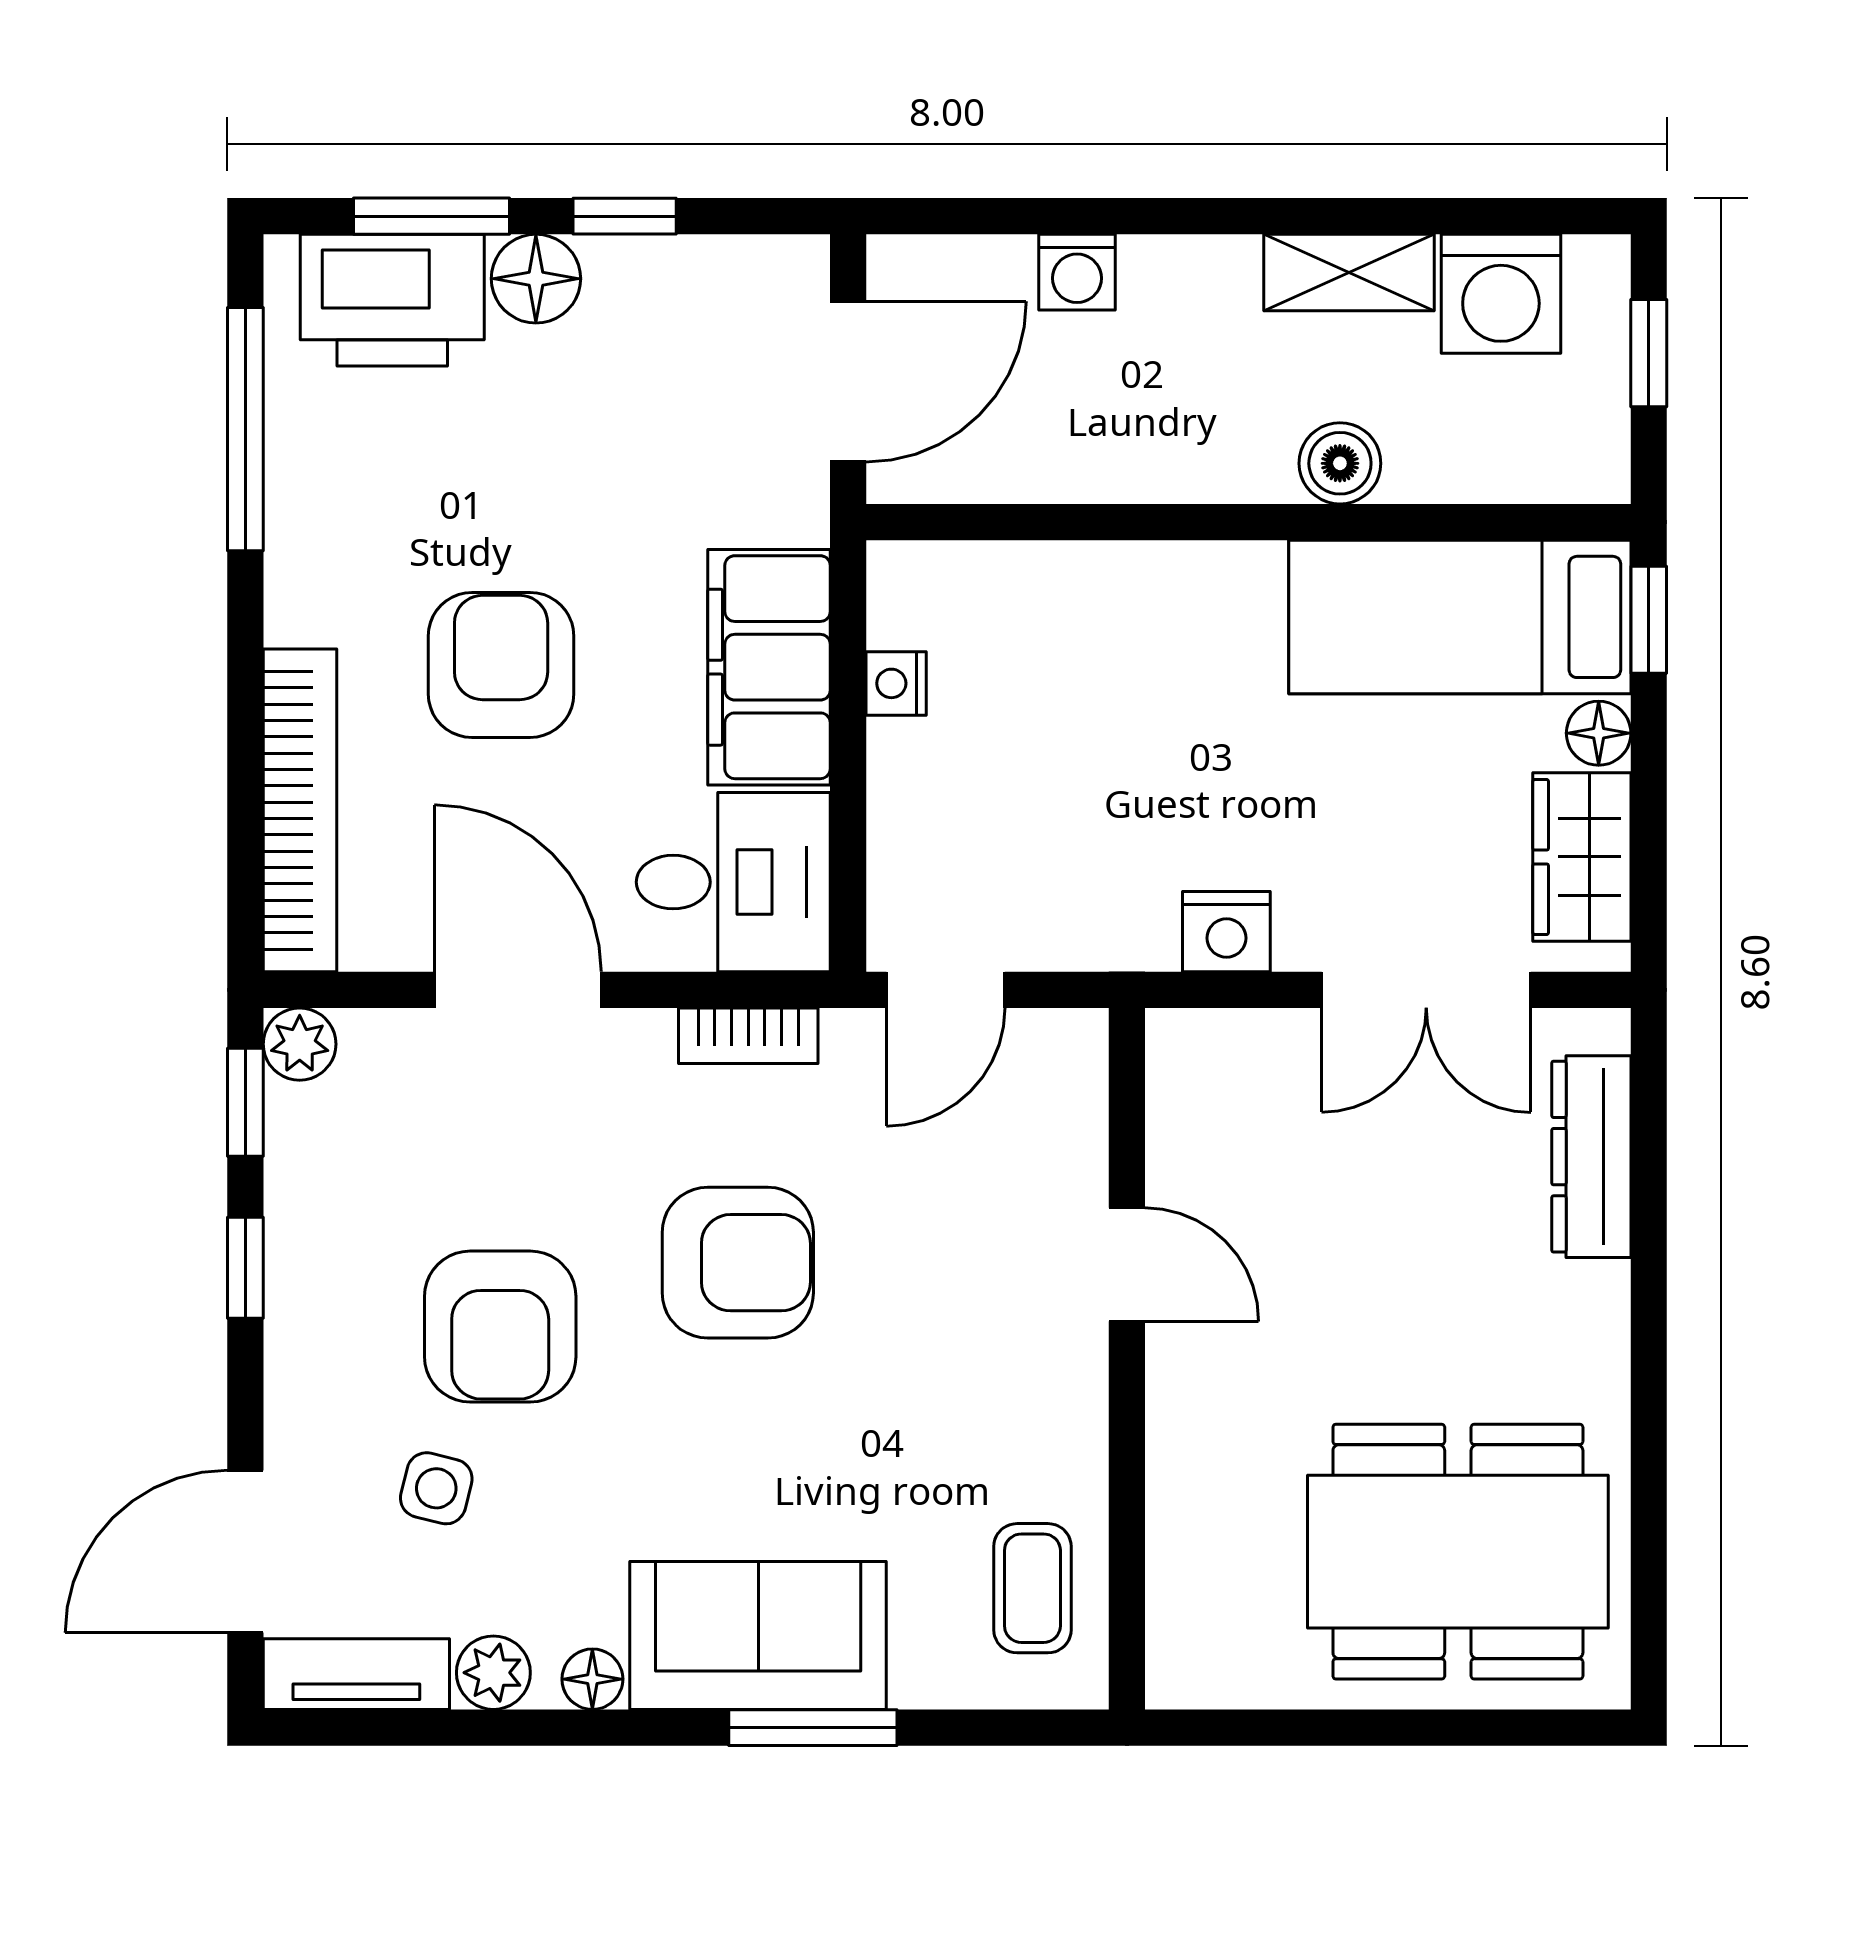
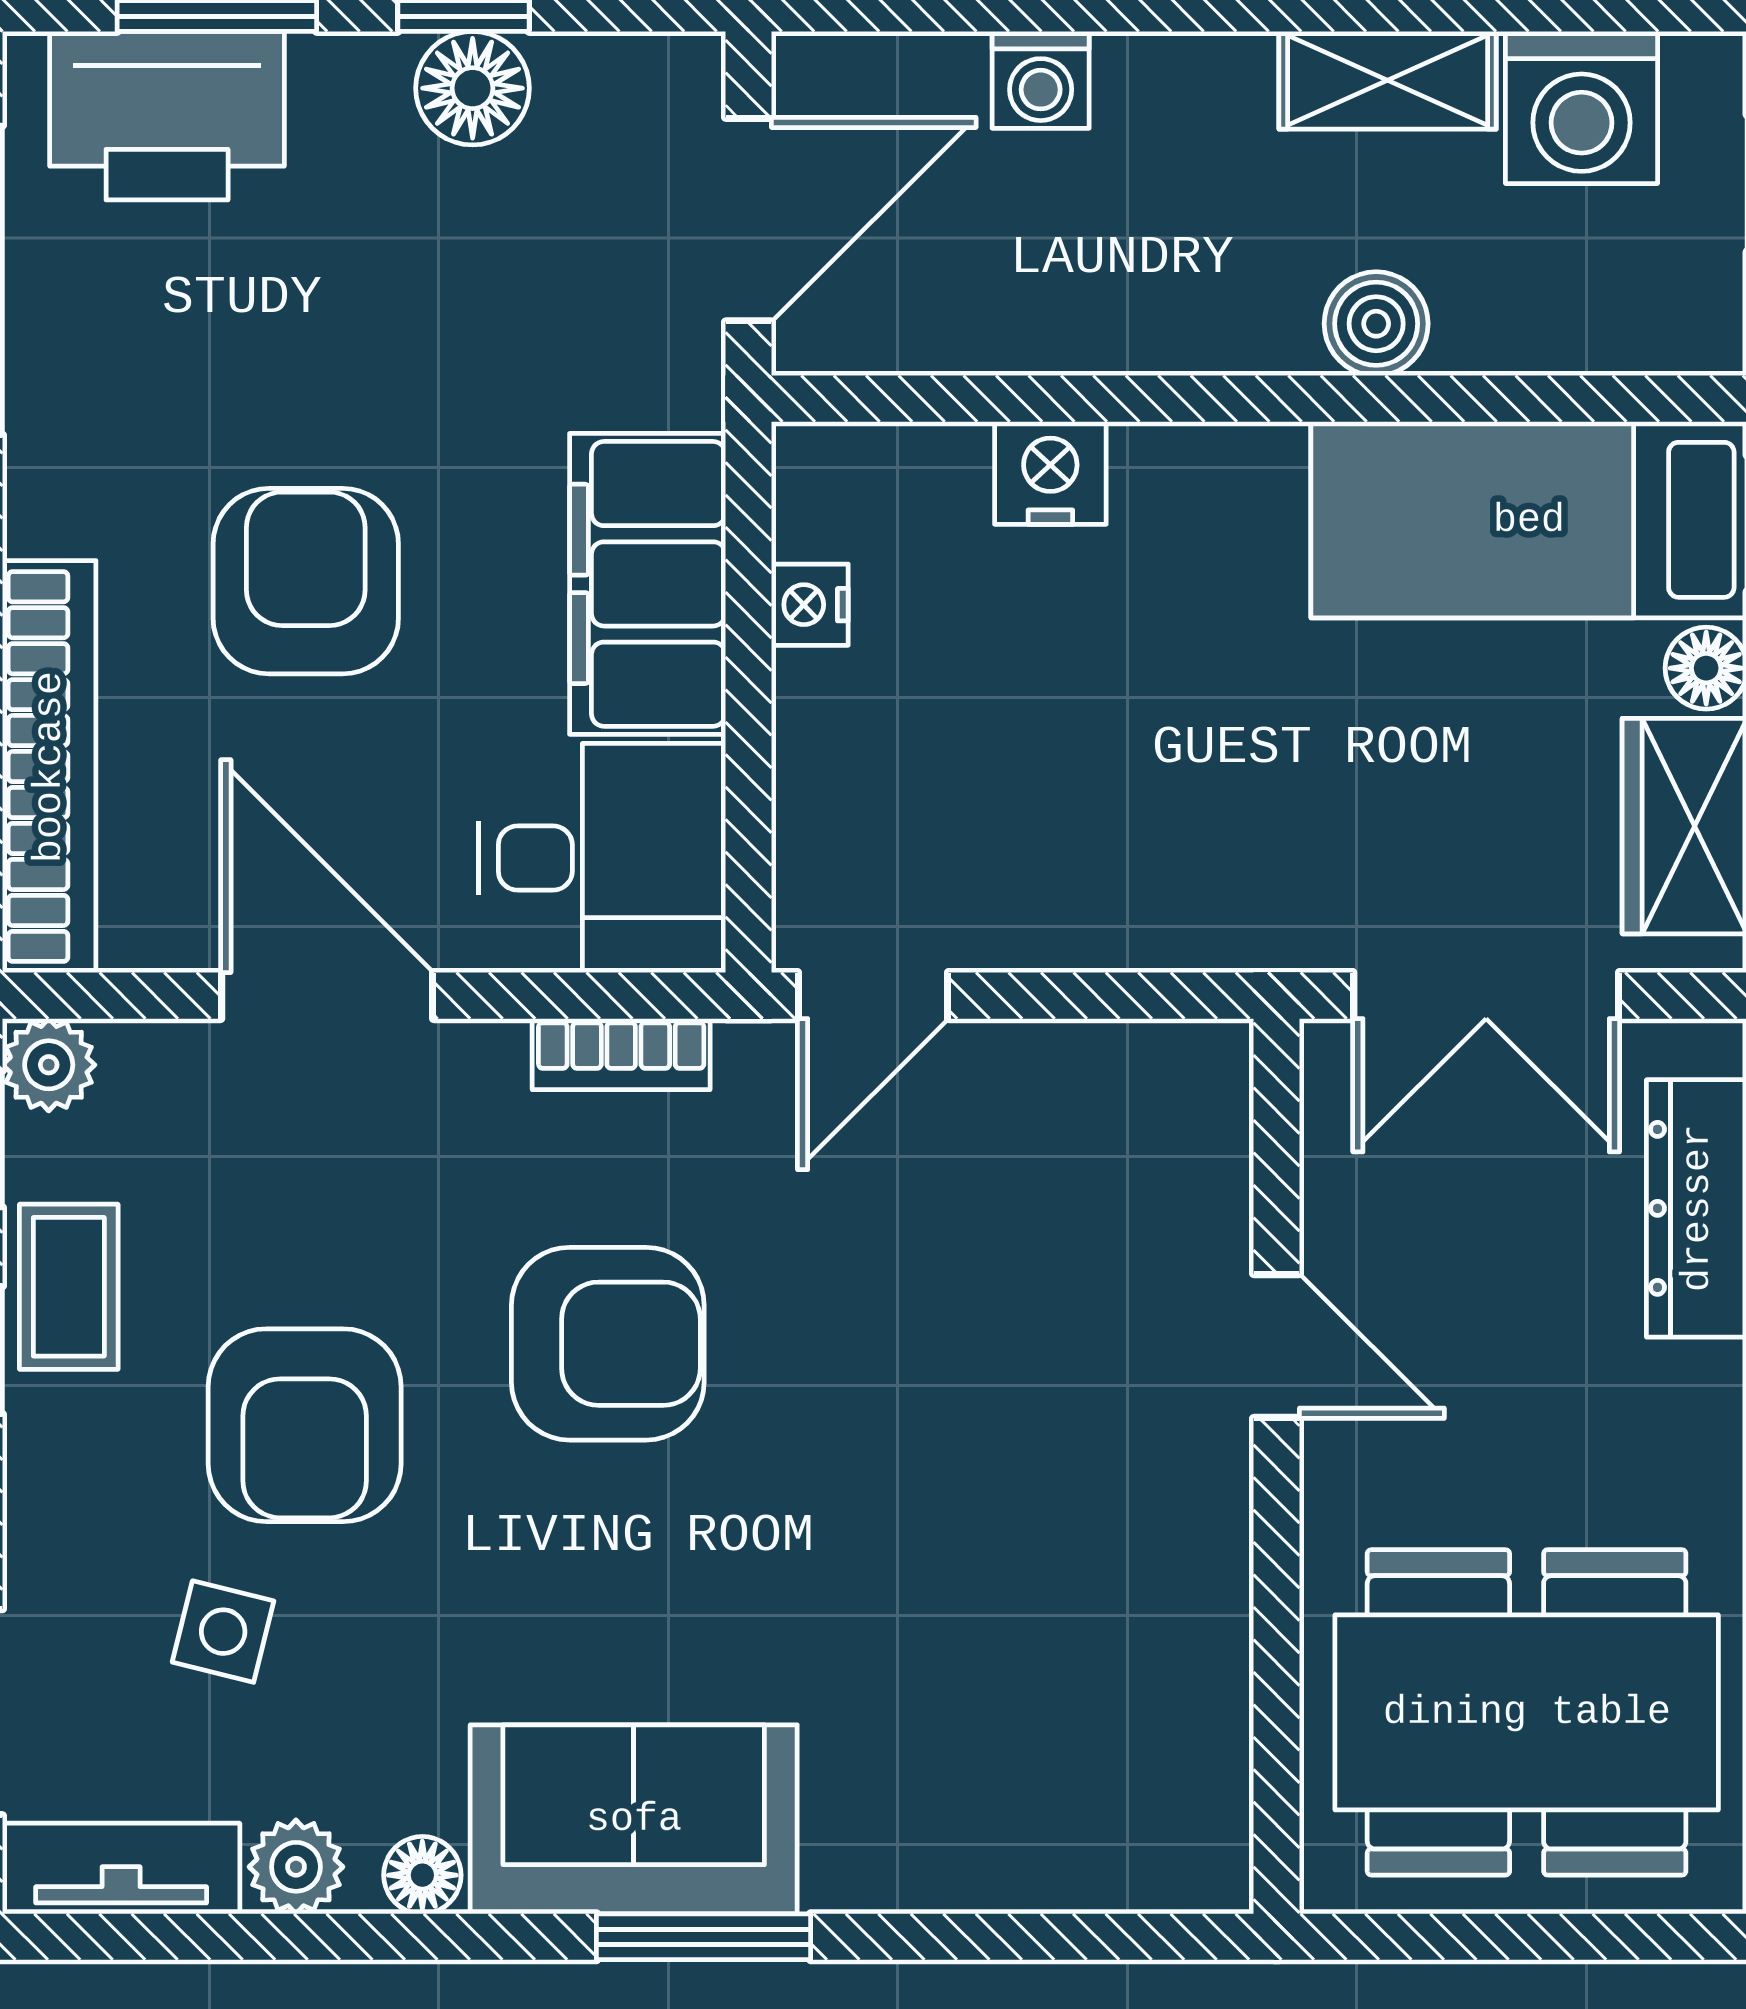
floor lamp: (536, 279) -> (473, 88), moved
nightstand: (1226, 932) -> (1050, 473), moved, turned 180
door: (1127, 1264) -> (1277, 1346), moved
wall: (1127, 1359) -> (1277, 1466), moved
coffee table: (1032, 1588) -> (69, 1287), moved

